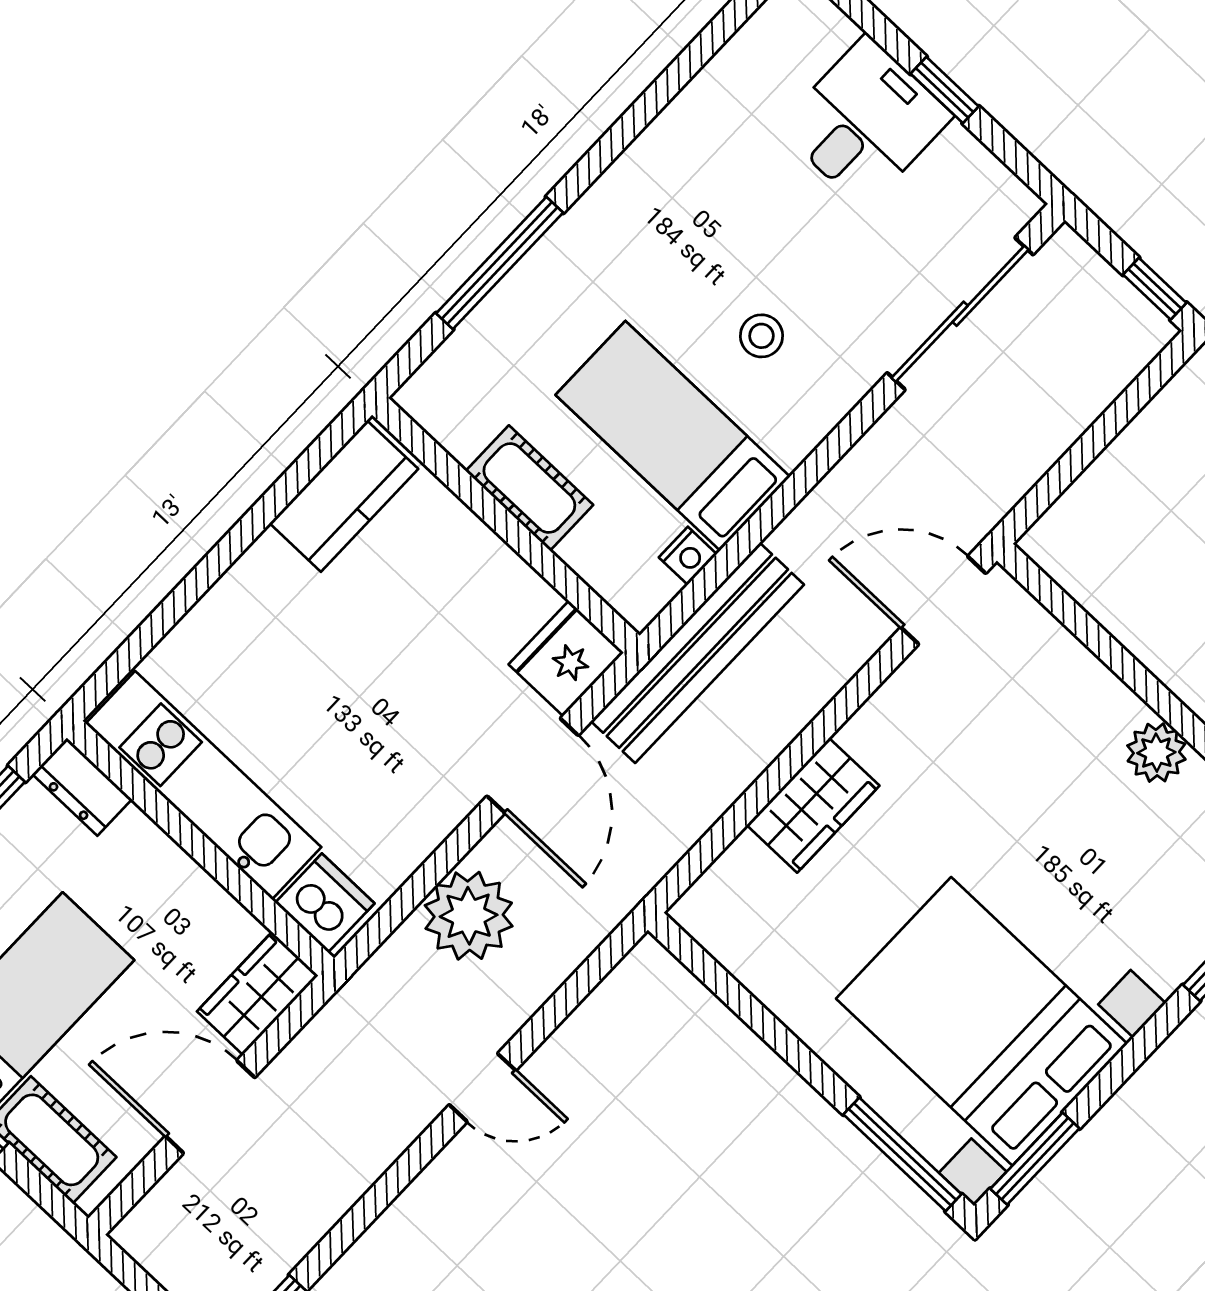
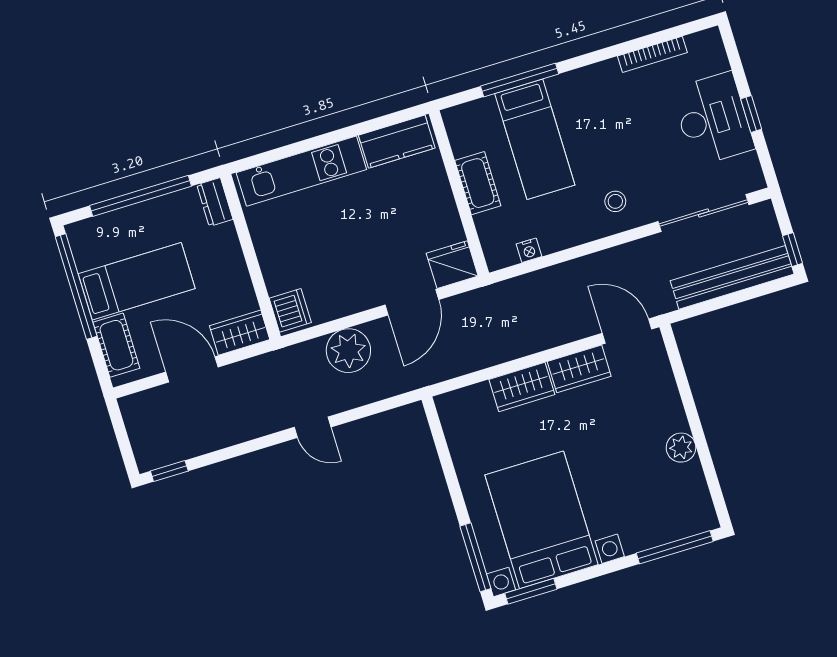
bookcase: (709, 84) -> (652, 54), added
desk: (865, 122) -> (713, 119), width x1.37
stool: (762, 336) -> (615, 201), moved
bed: (673, 436) -> (535, 139), moved, turned 180
bench: (697, 653) -> (732, 277), moved
wardrobe: (896, 716) -> (579, 369), added
kitchen unit: (203, 785) -> (301, 171), moved, turned 90

